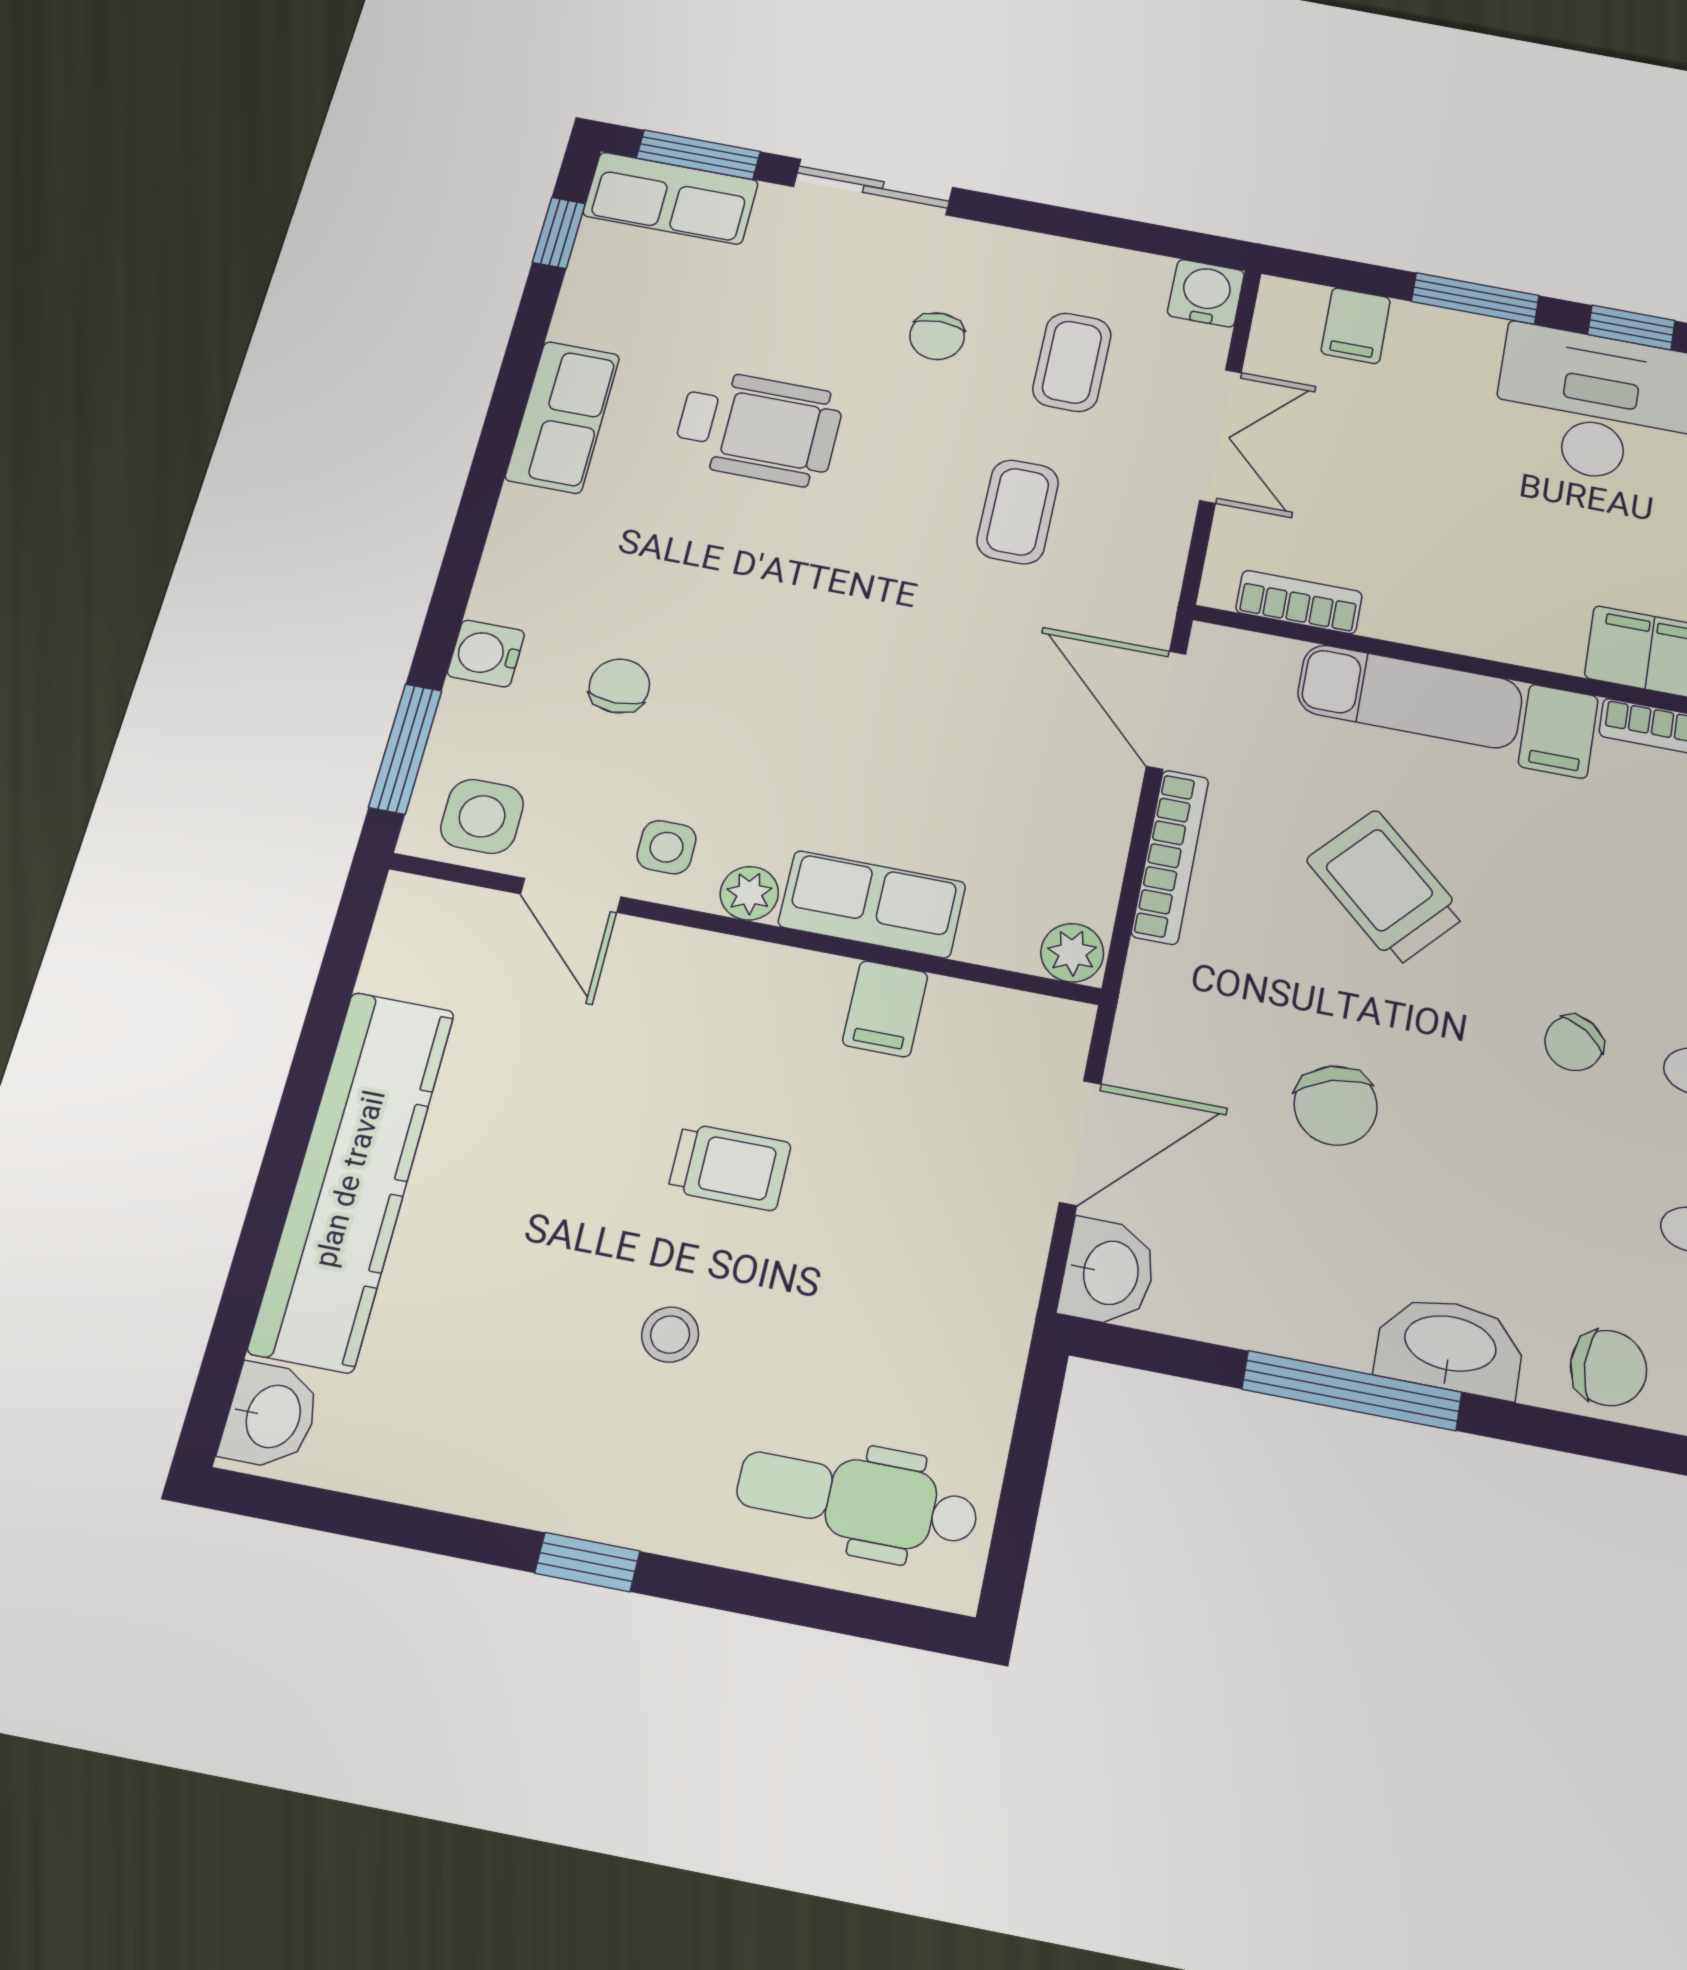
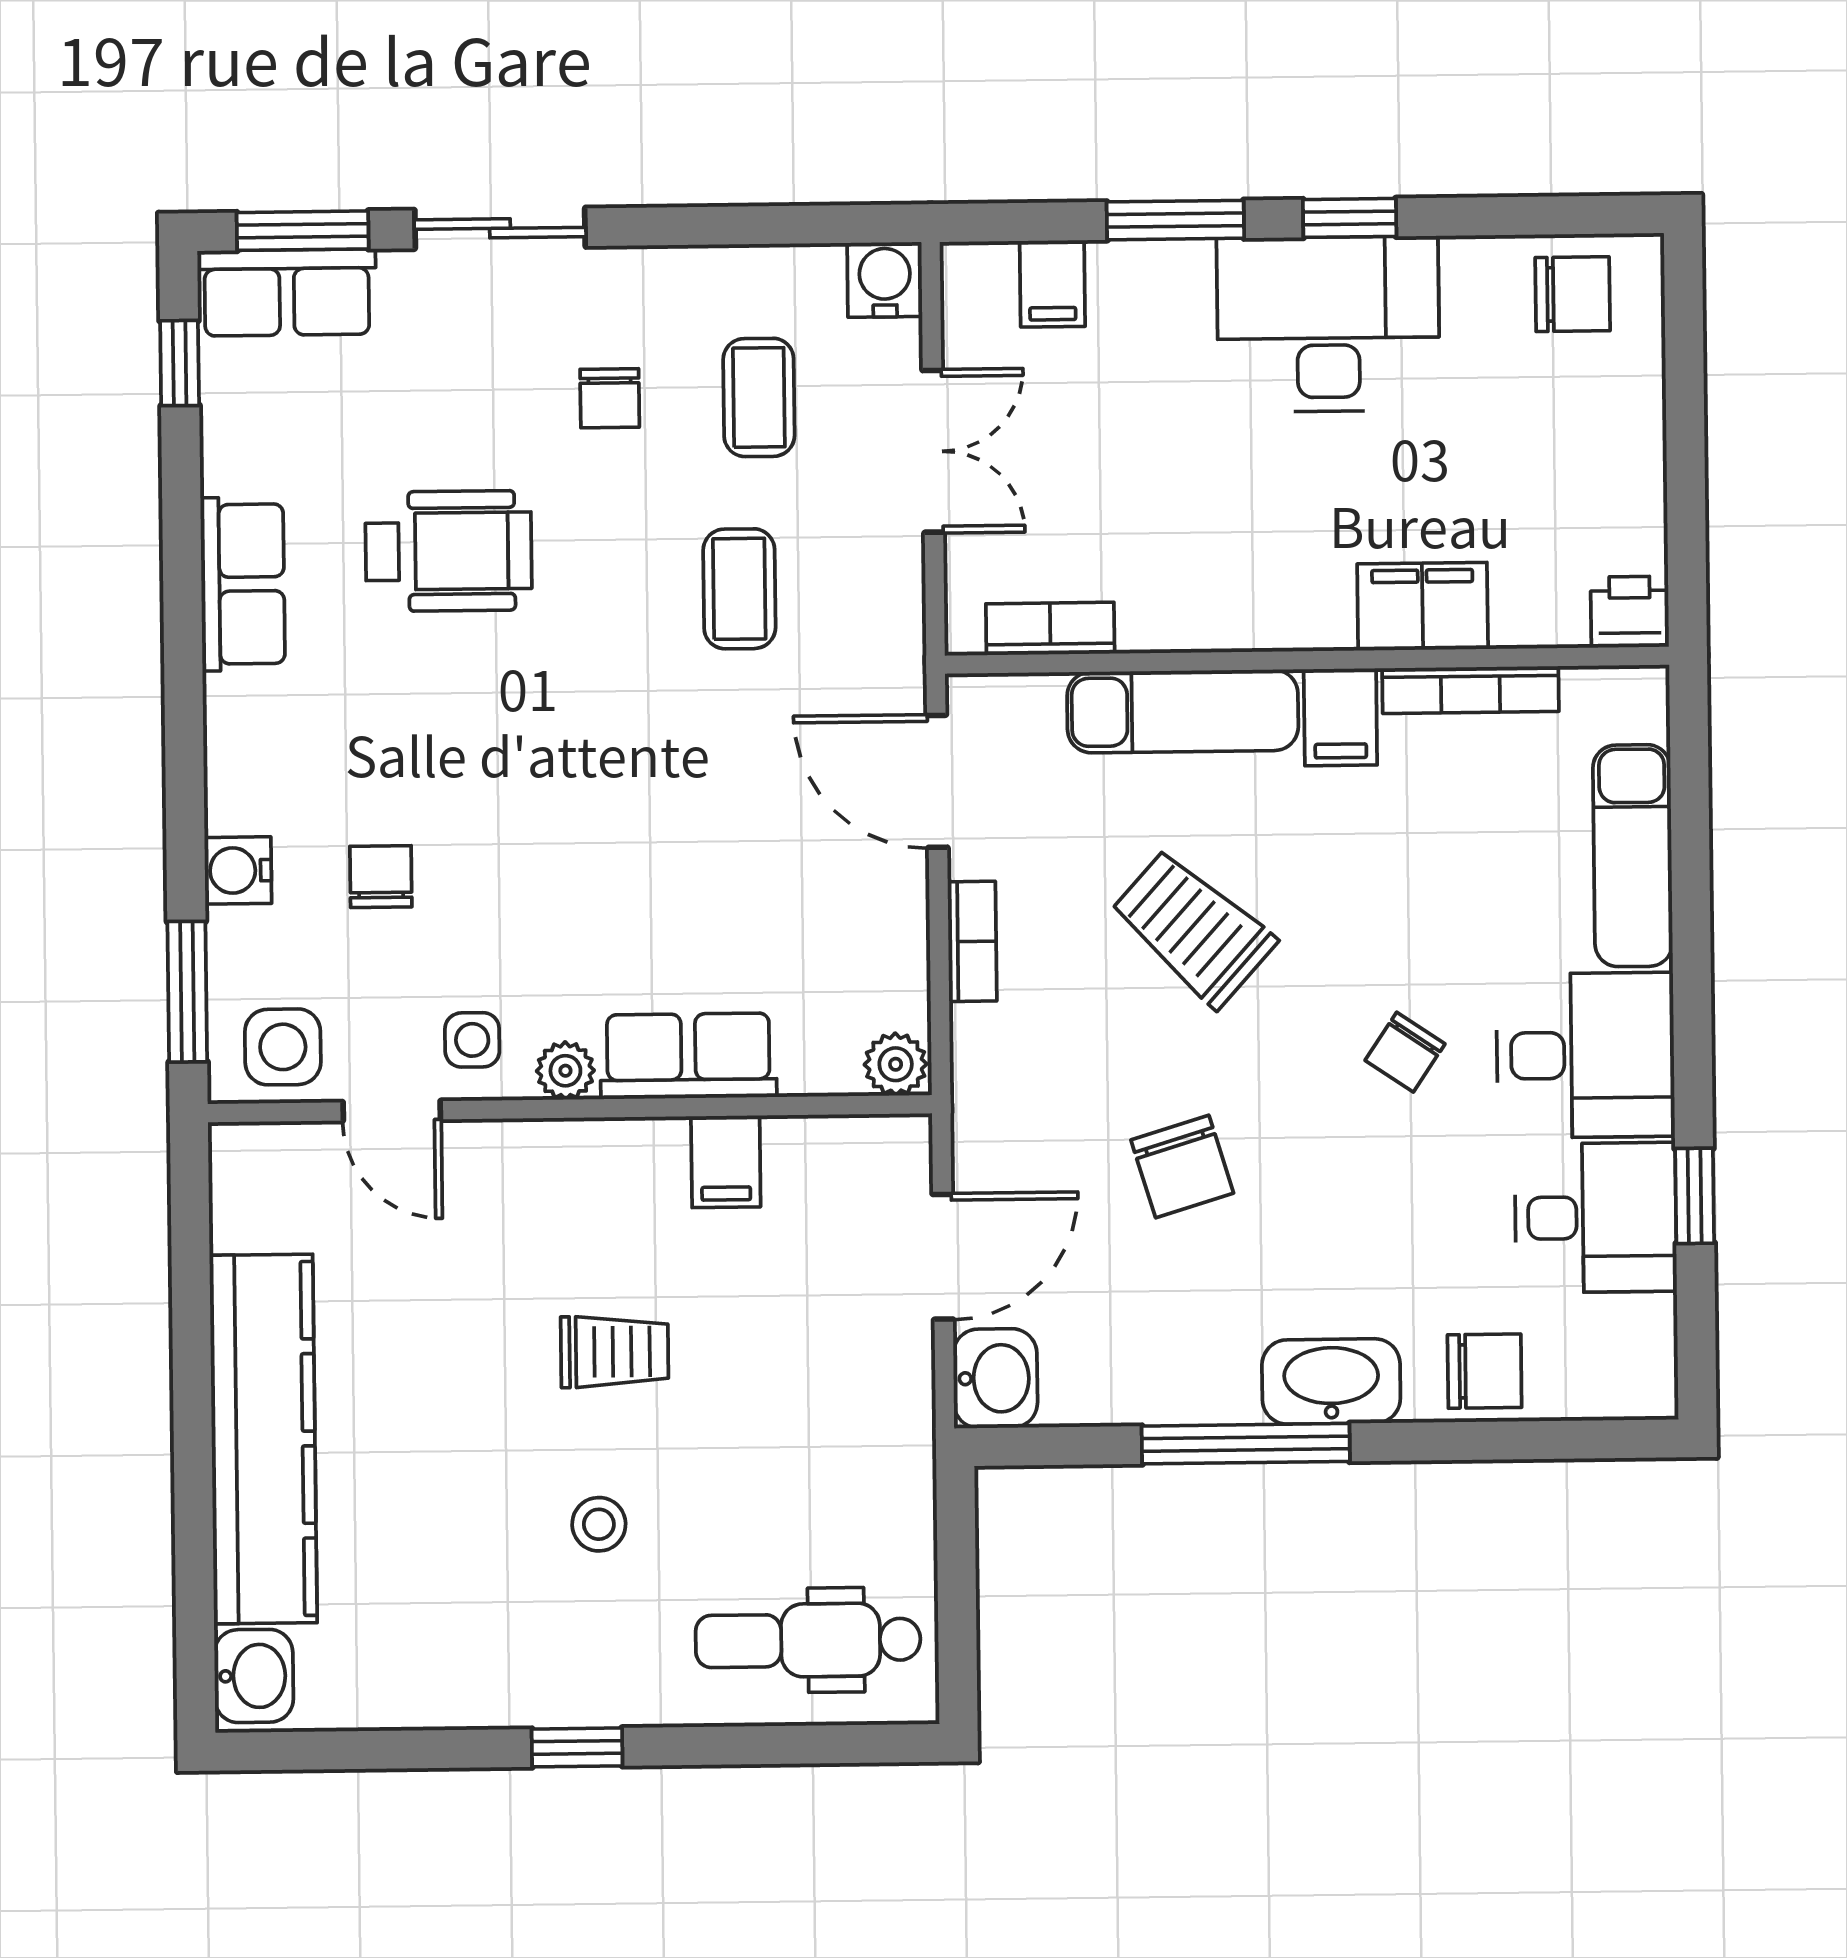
bookcase: (1170, 857) -> (972, 941), width x0.64

